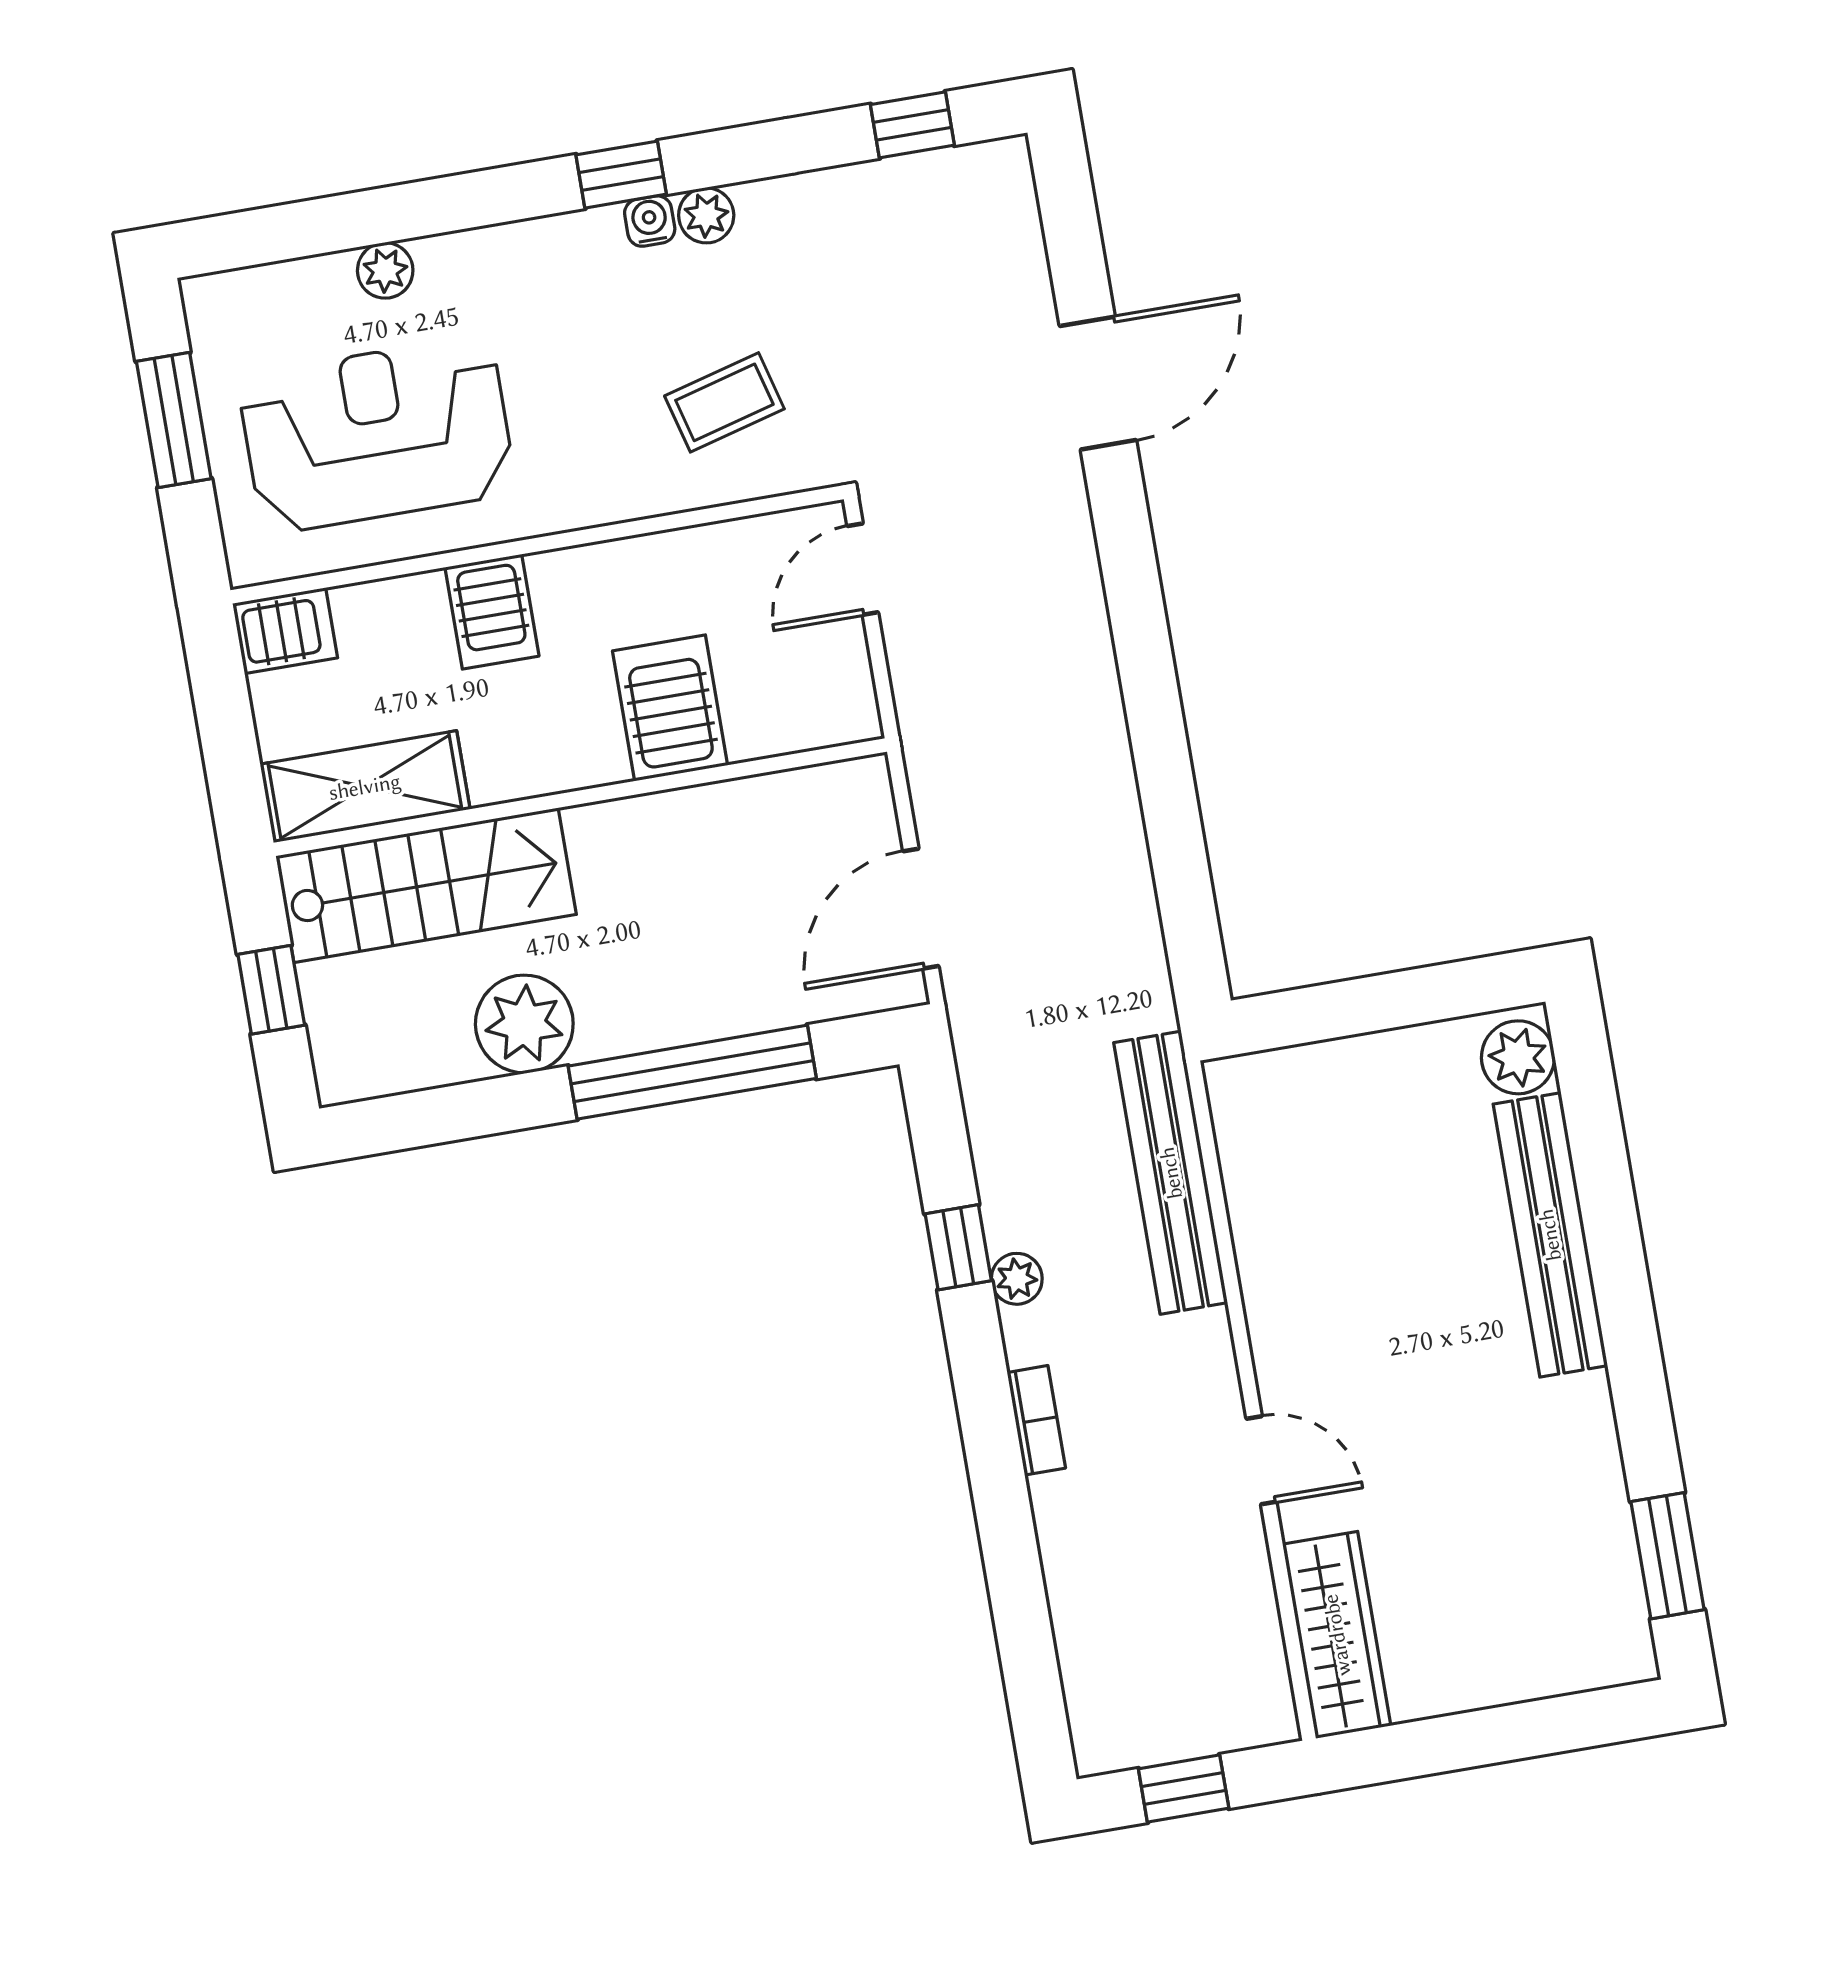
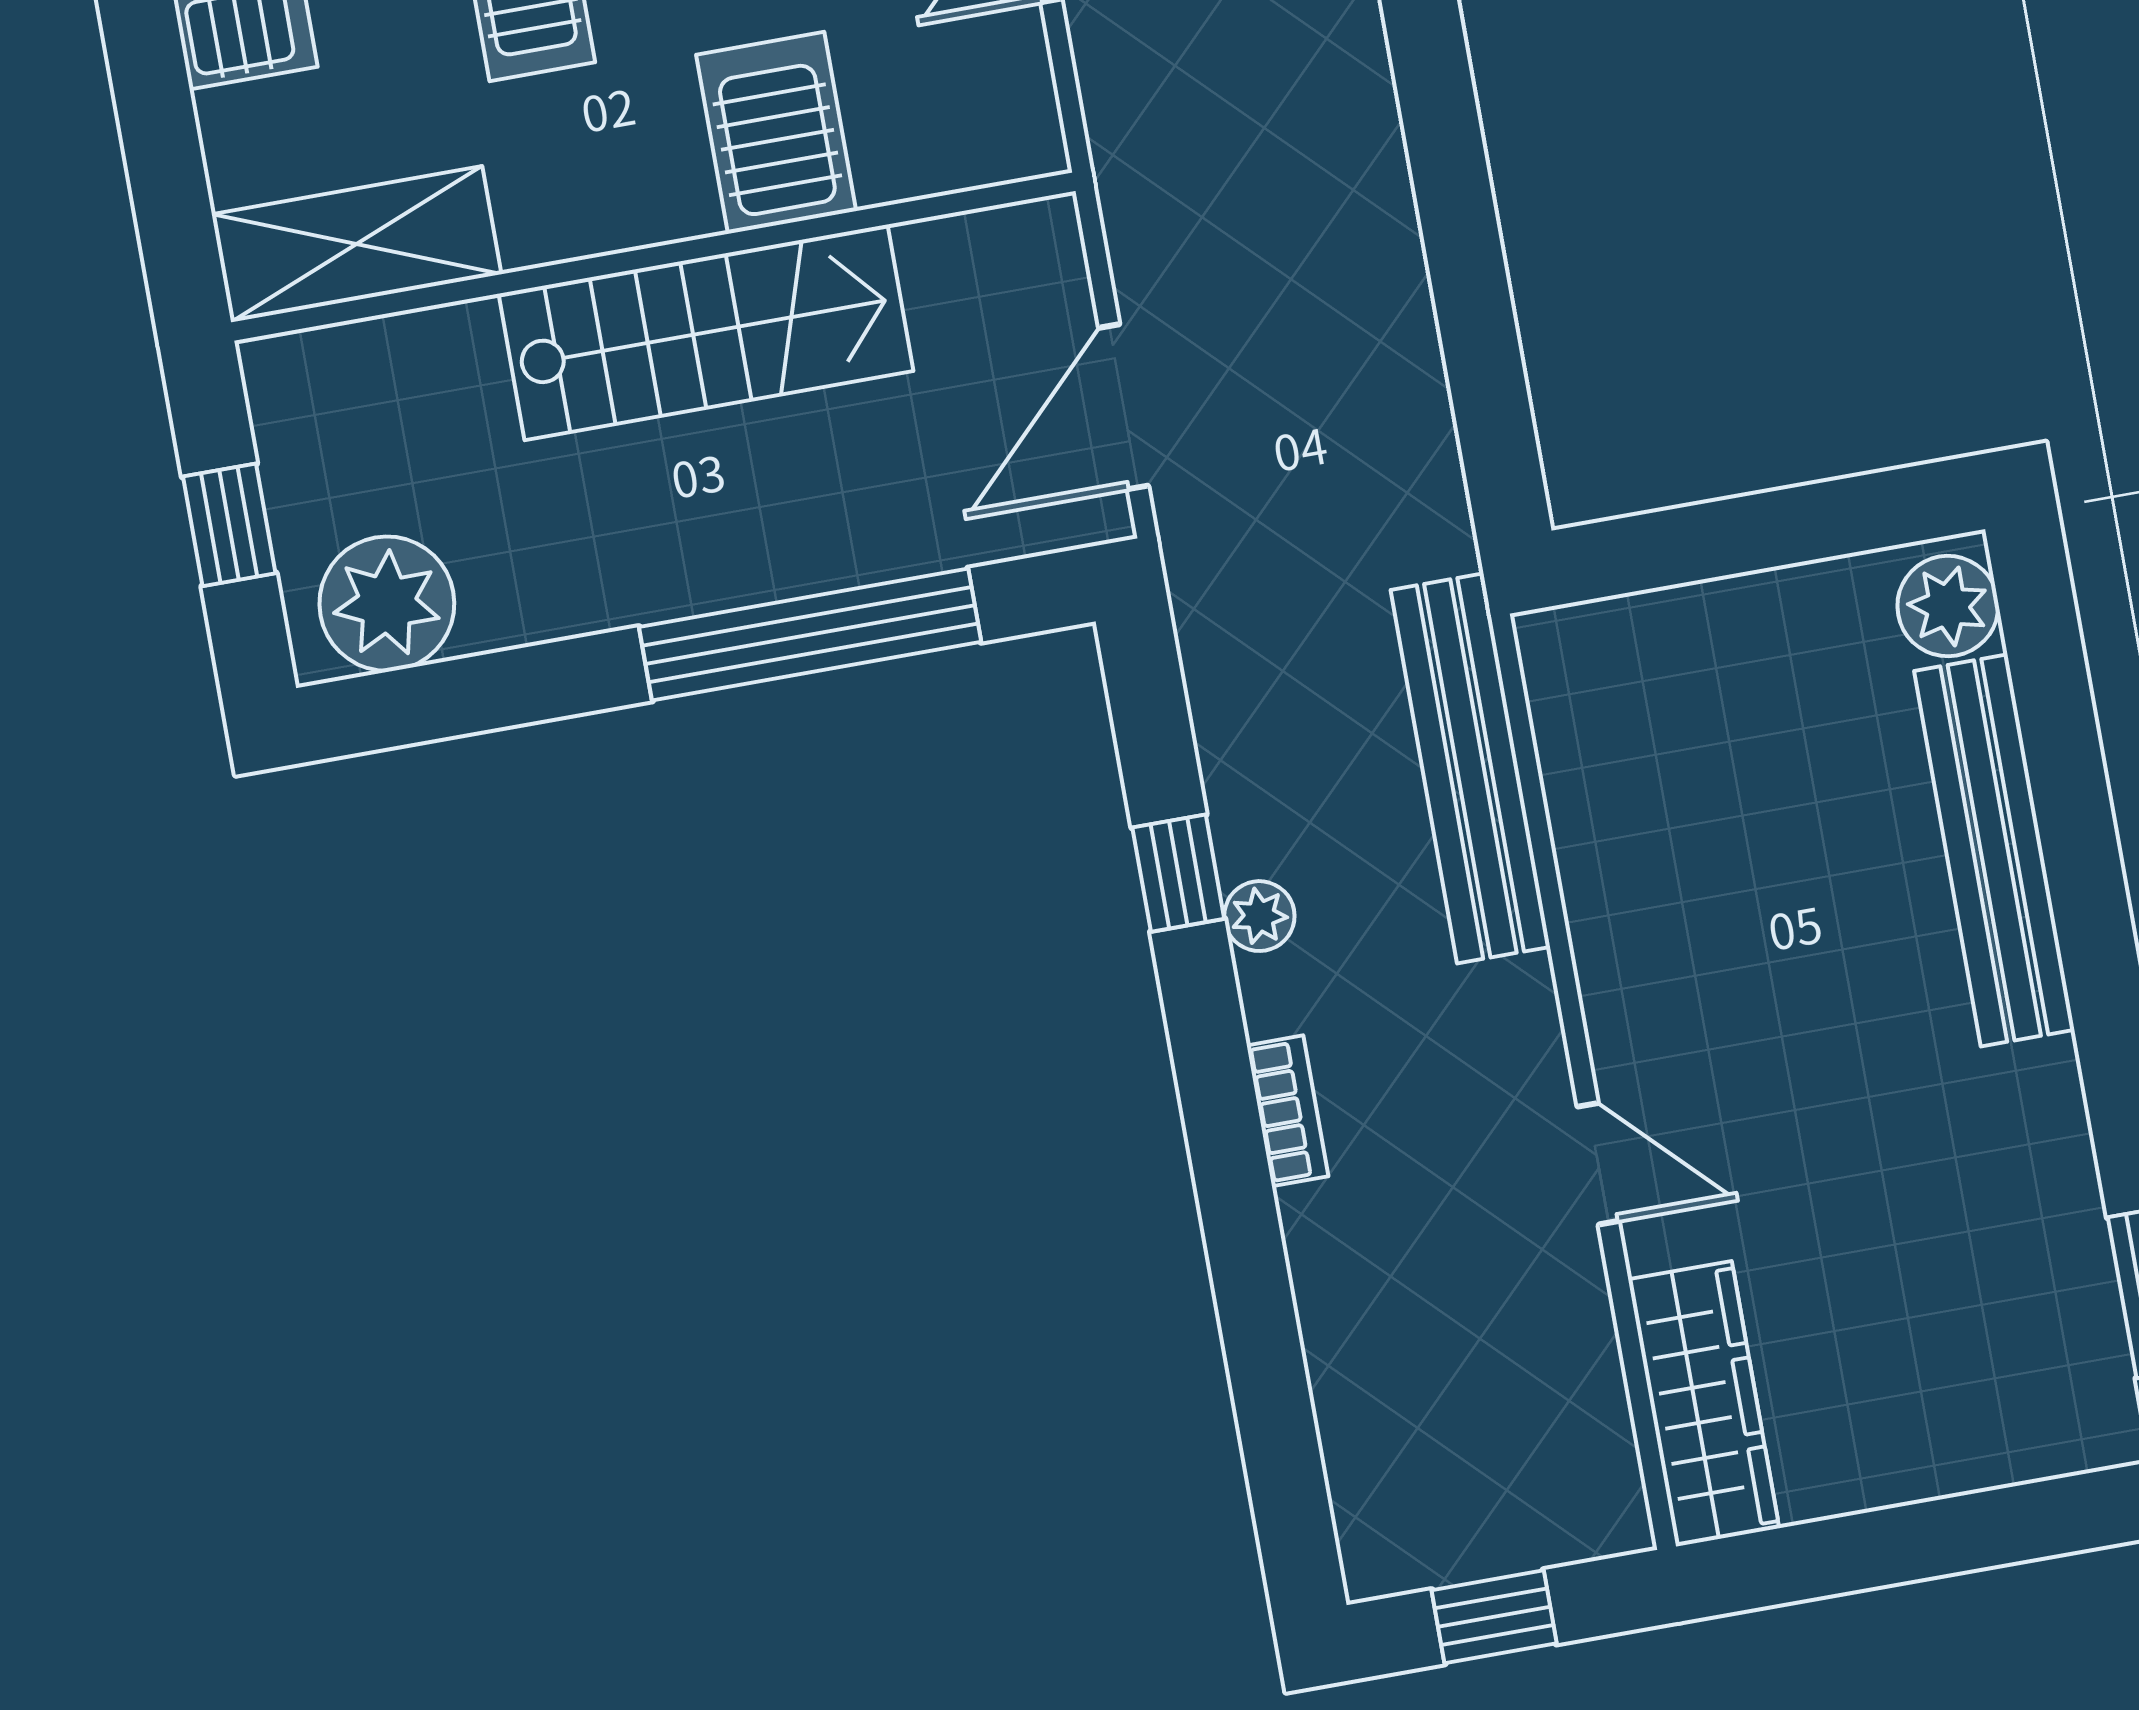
stairs: (426, 885) -> (706, 332), moved
plant: (524, 1024) -> (387, 604), moved

